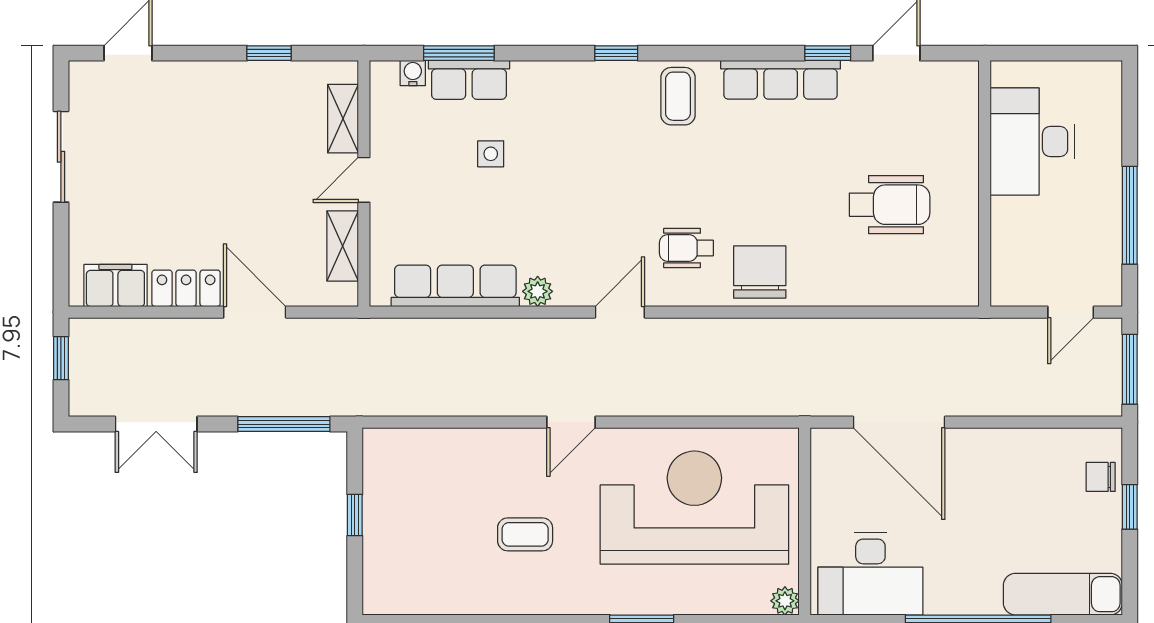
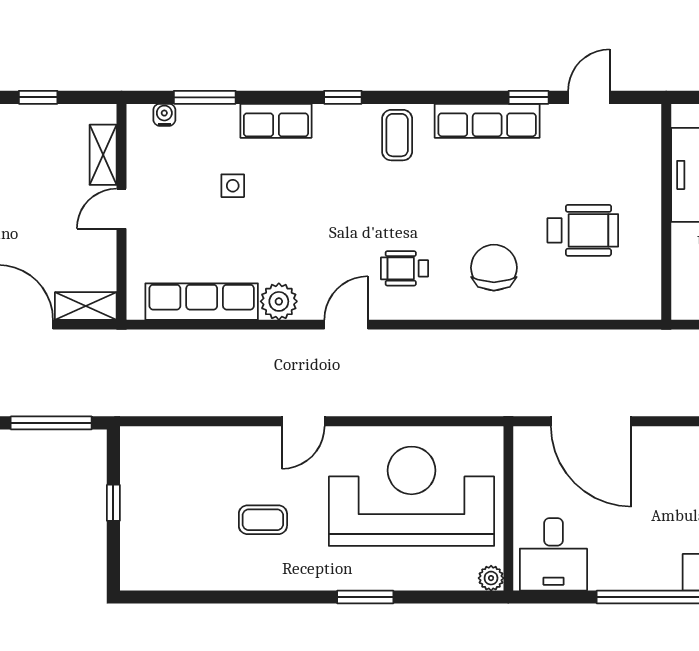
row of seats: (469, 80) -> (276, 121), moved
shelving: (343, 246) -> (86, 306), moved, turned 90
chair: (760, 272) -> (494, 268), moved
plant: (538, 291) -> (279, 301), width x1.38, depth x1.38
desk: (870, 574) -> (553, 554), width x0.73

